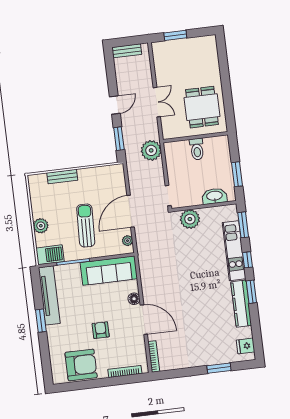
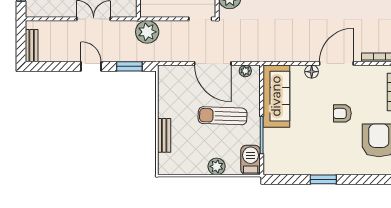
tv unit: (49, 295) -> (296, 166), removed

